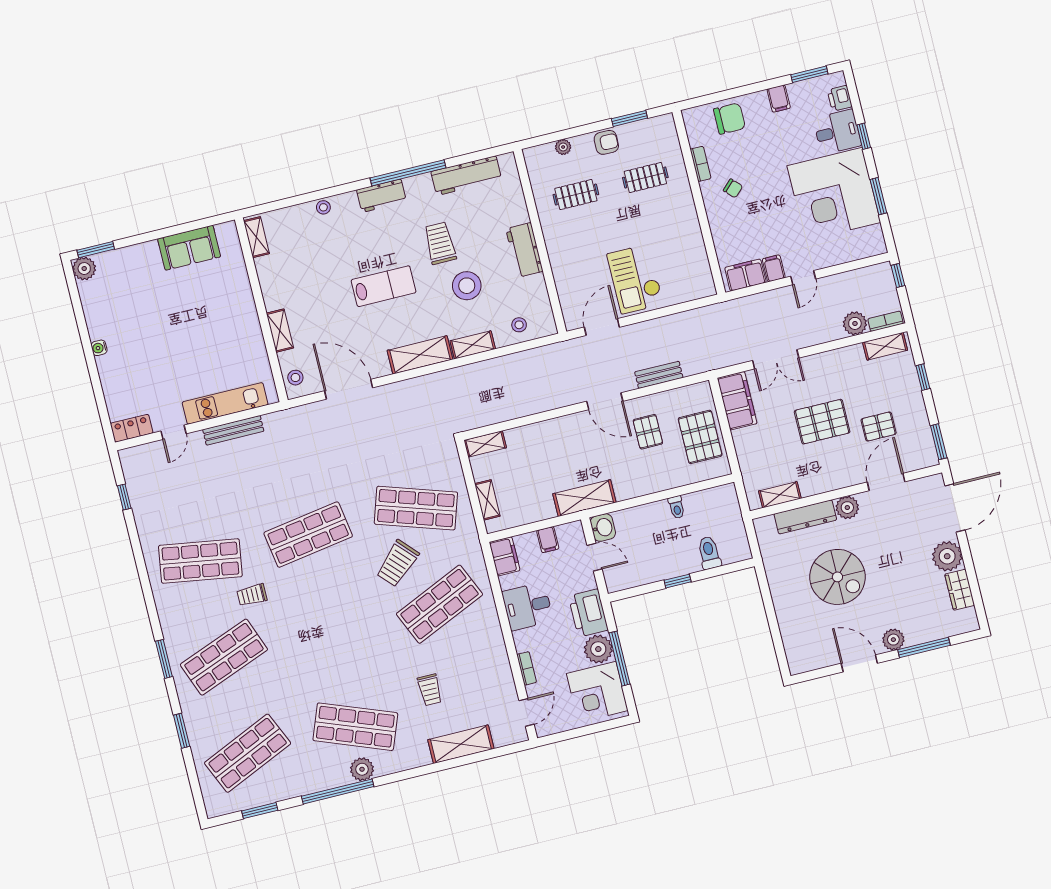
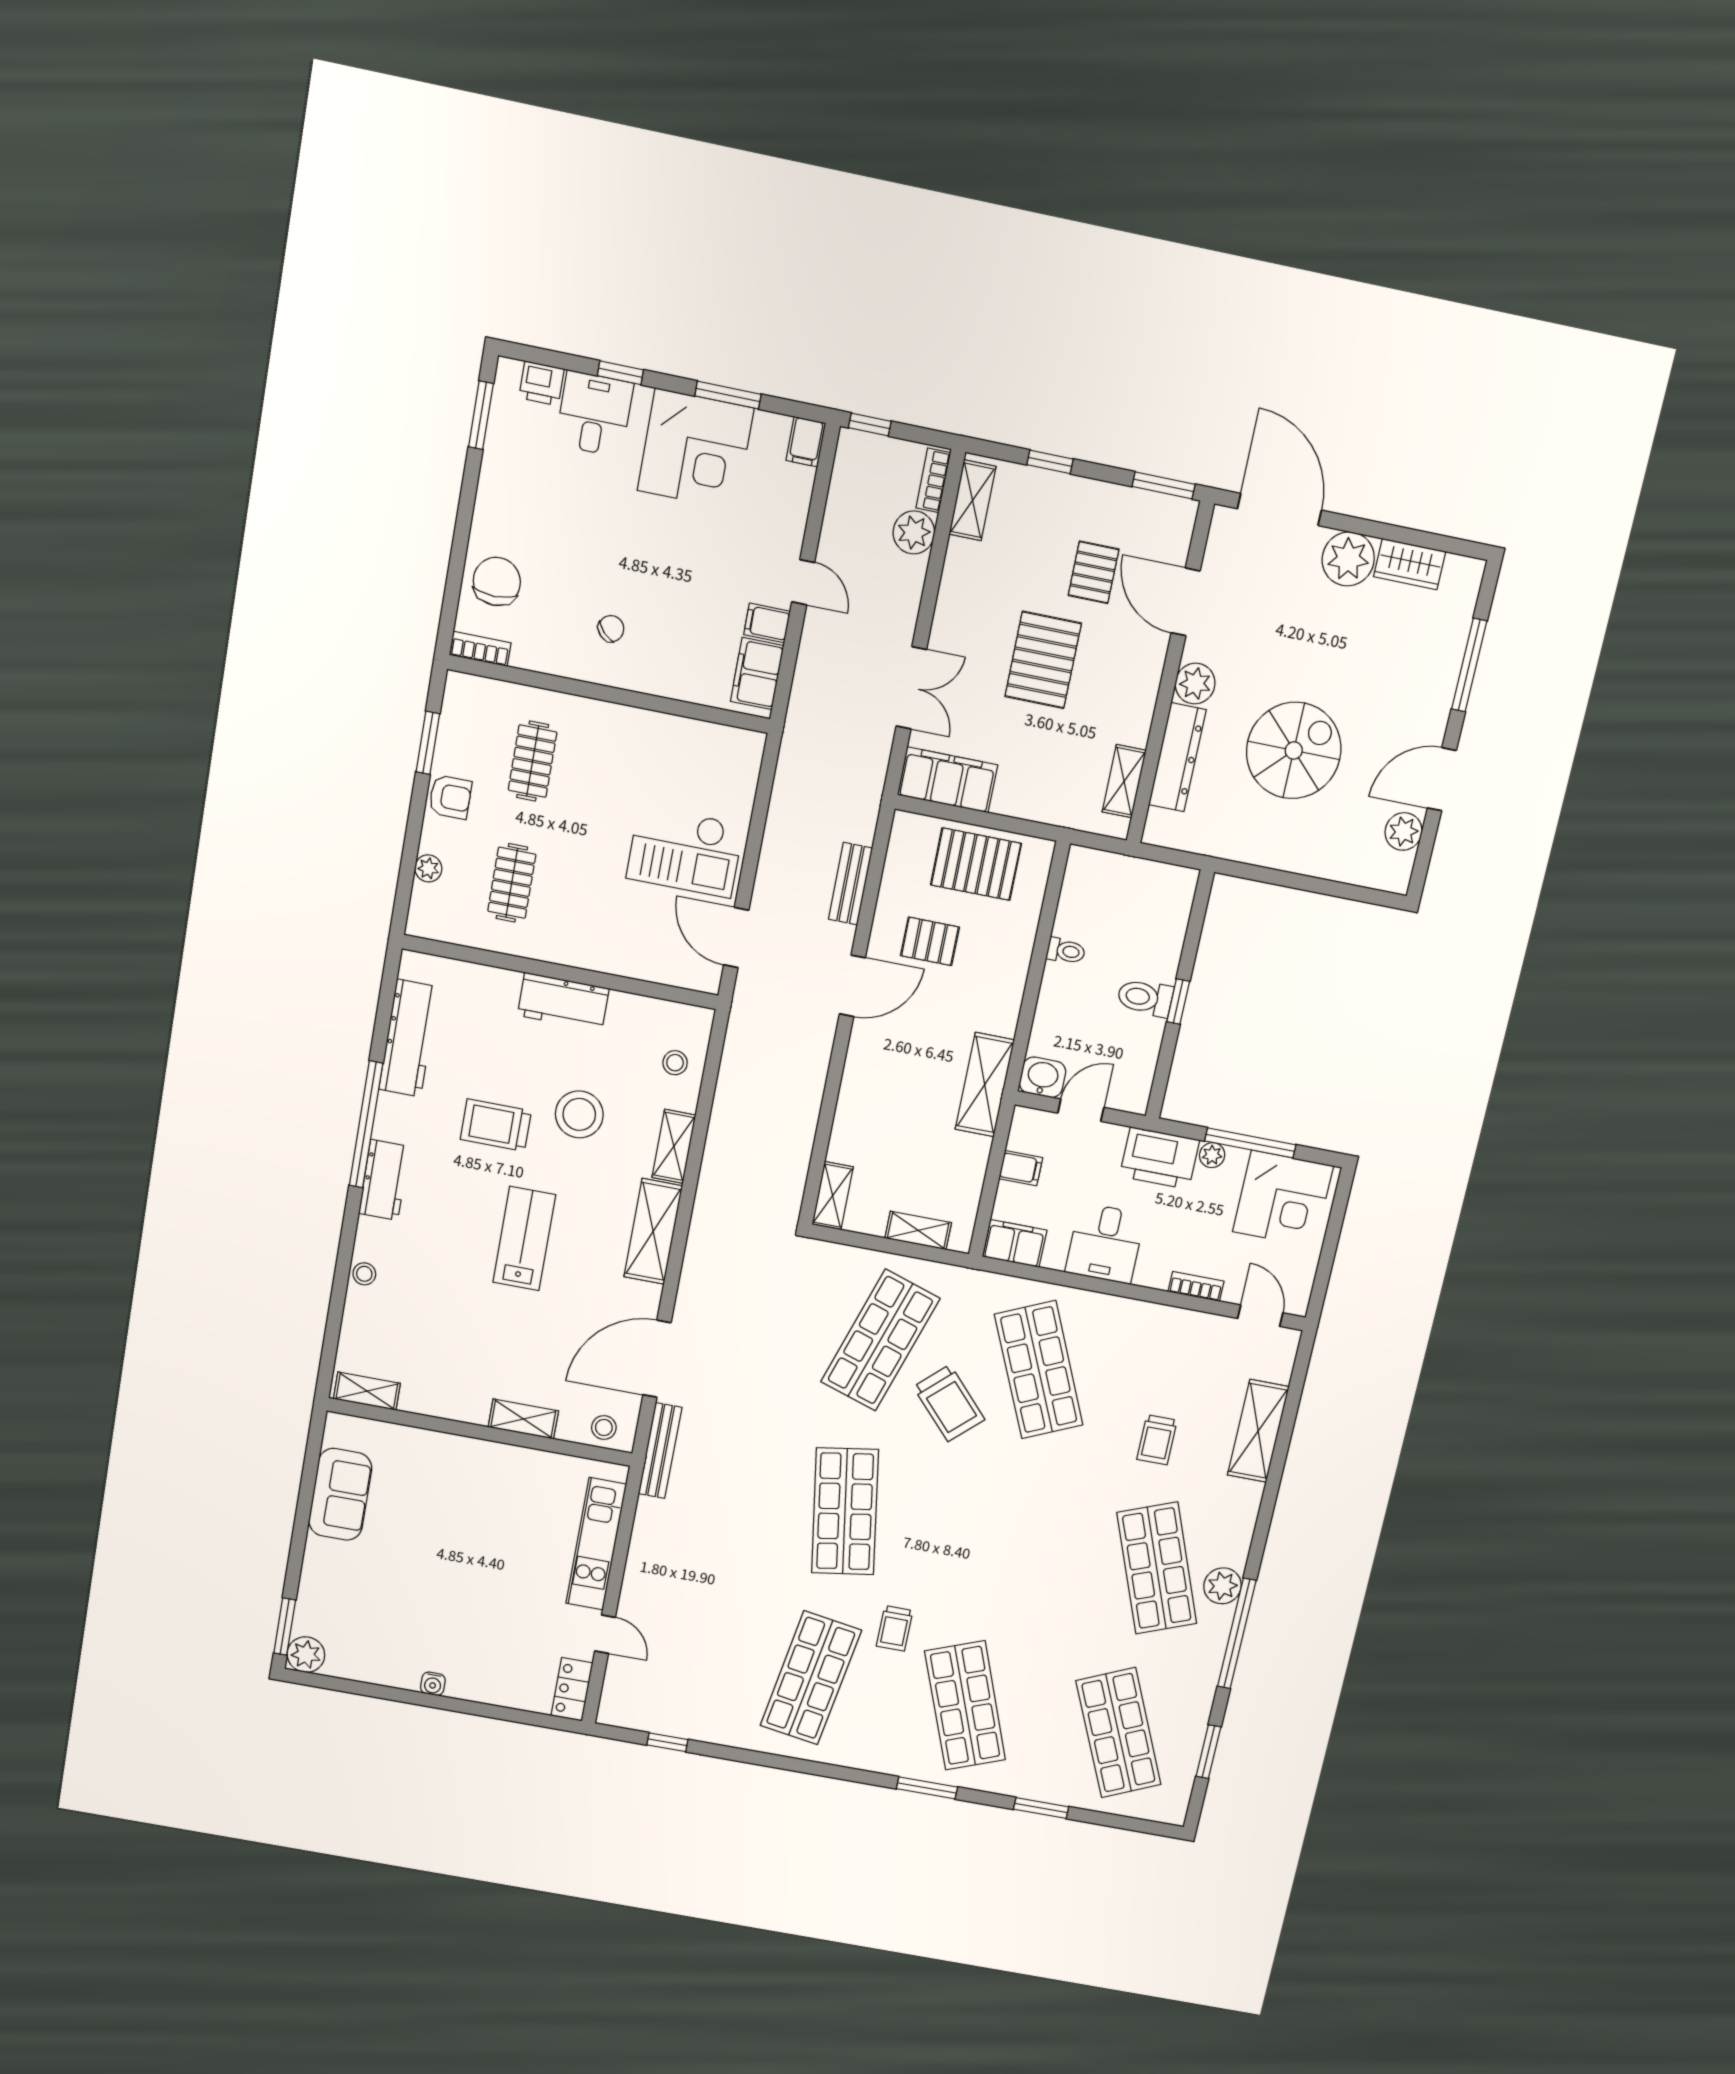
filing cabinet: (779, 99) -> (806, 442), moved, turned 90
armchair: (606, 142) -> (450, 797), turned 89
bookcase: (701, 164) -> (480, 649), moved
corner desk: (834, 194) -> (696, 449), width x0.74, depth x0.74
bench: (233, 430) -> (660, 1451), moved
toilet: (709, 553) -> (1145, 998), moved
plant: (893, 640) -> (1403, 832), moved
plant: (598, 649) -> (1212, 1155), width x0.53, depth x0.53
trolley: (430, 690) -> (1157, 1440), turned 90
shop shelf: (355, 727) -> (1157, 1568), turned -42

